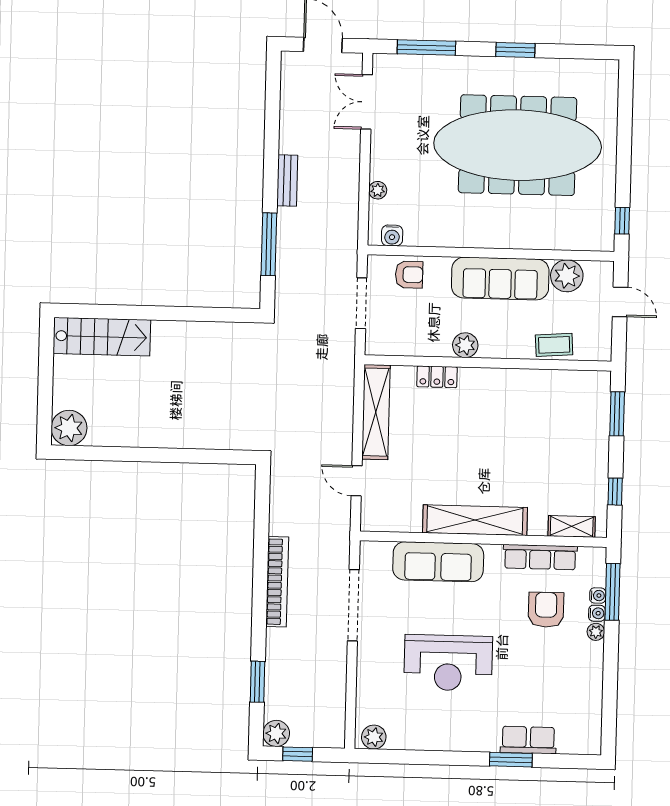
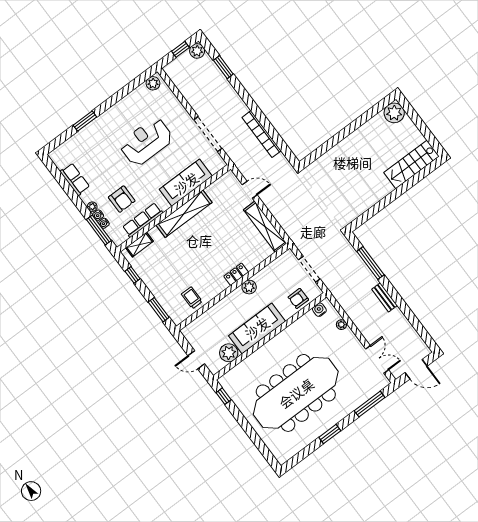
coffee table: (554, 345) -> (210, 318), removed
locker: (437, 377) -> (236, 274), moved
trolley: (557, 394) -> (192, 298), added
bookcase: (277, 582) -> (262, 134), moved
row of seats: (528, 740) -> (75, 179), moved, turned -90

